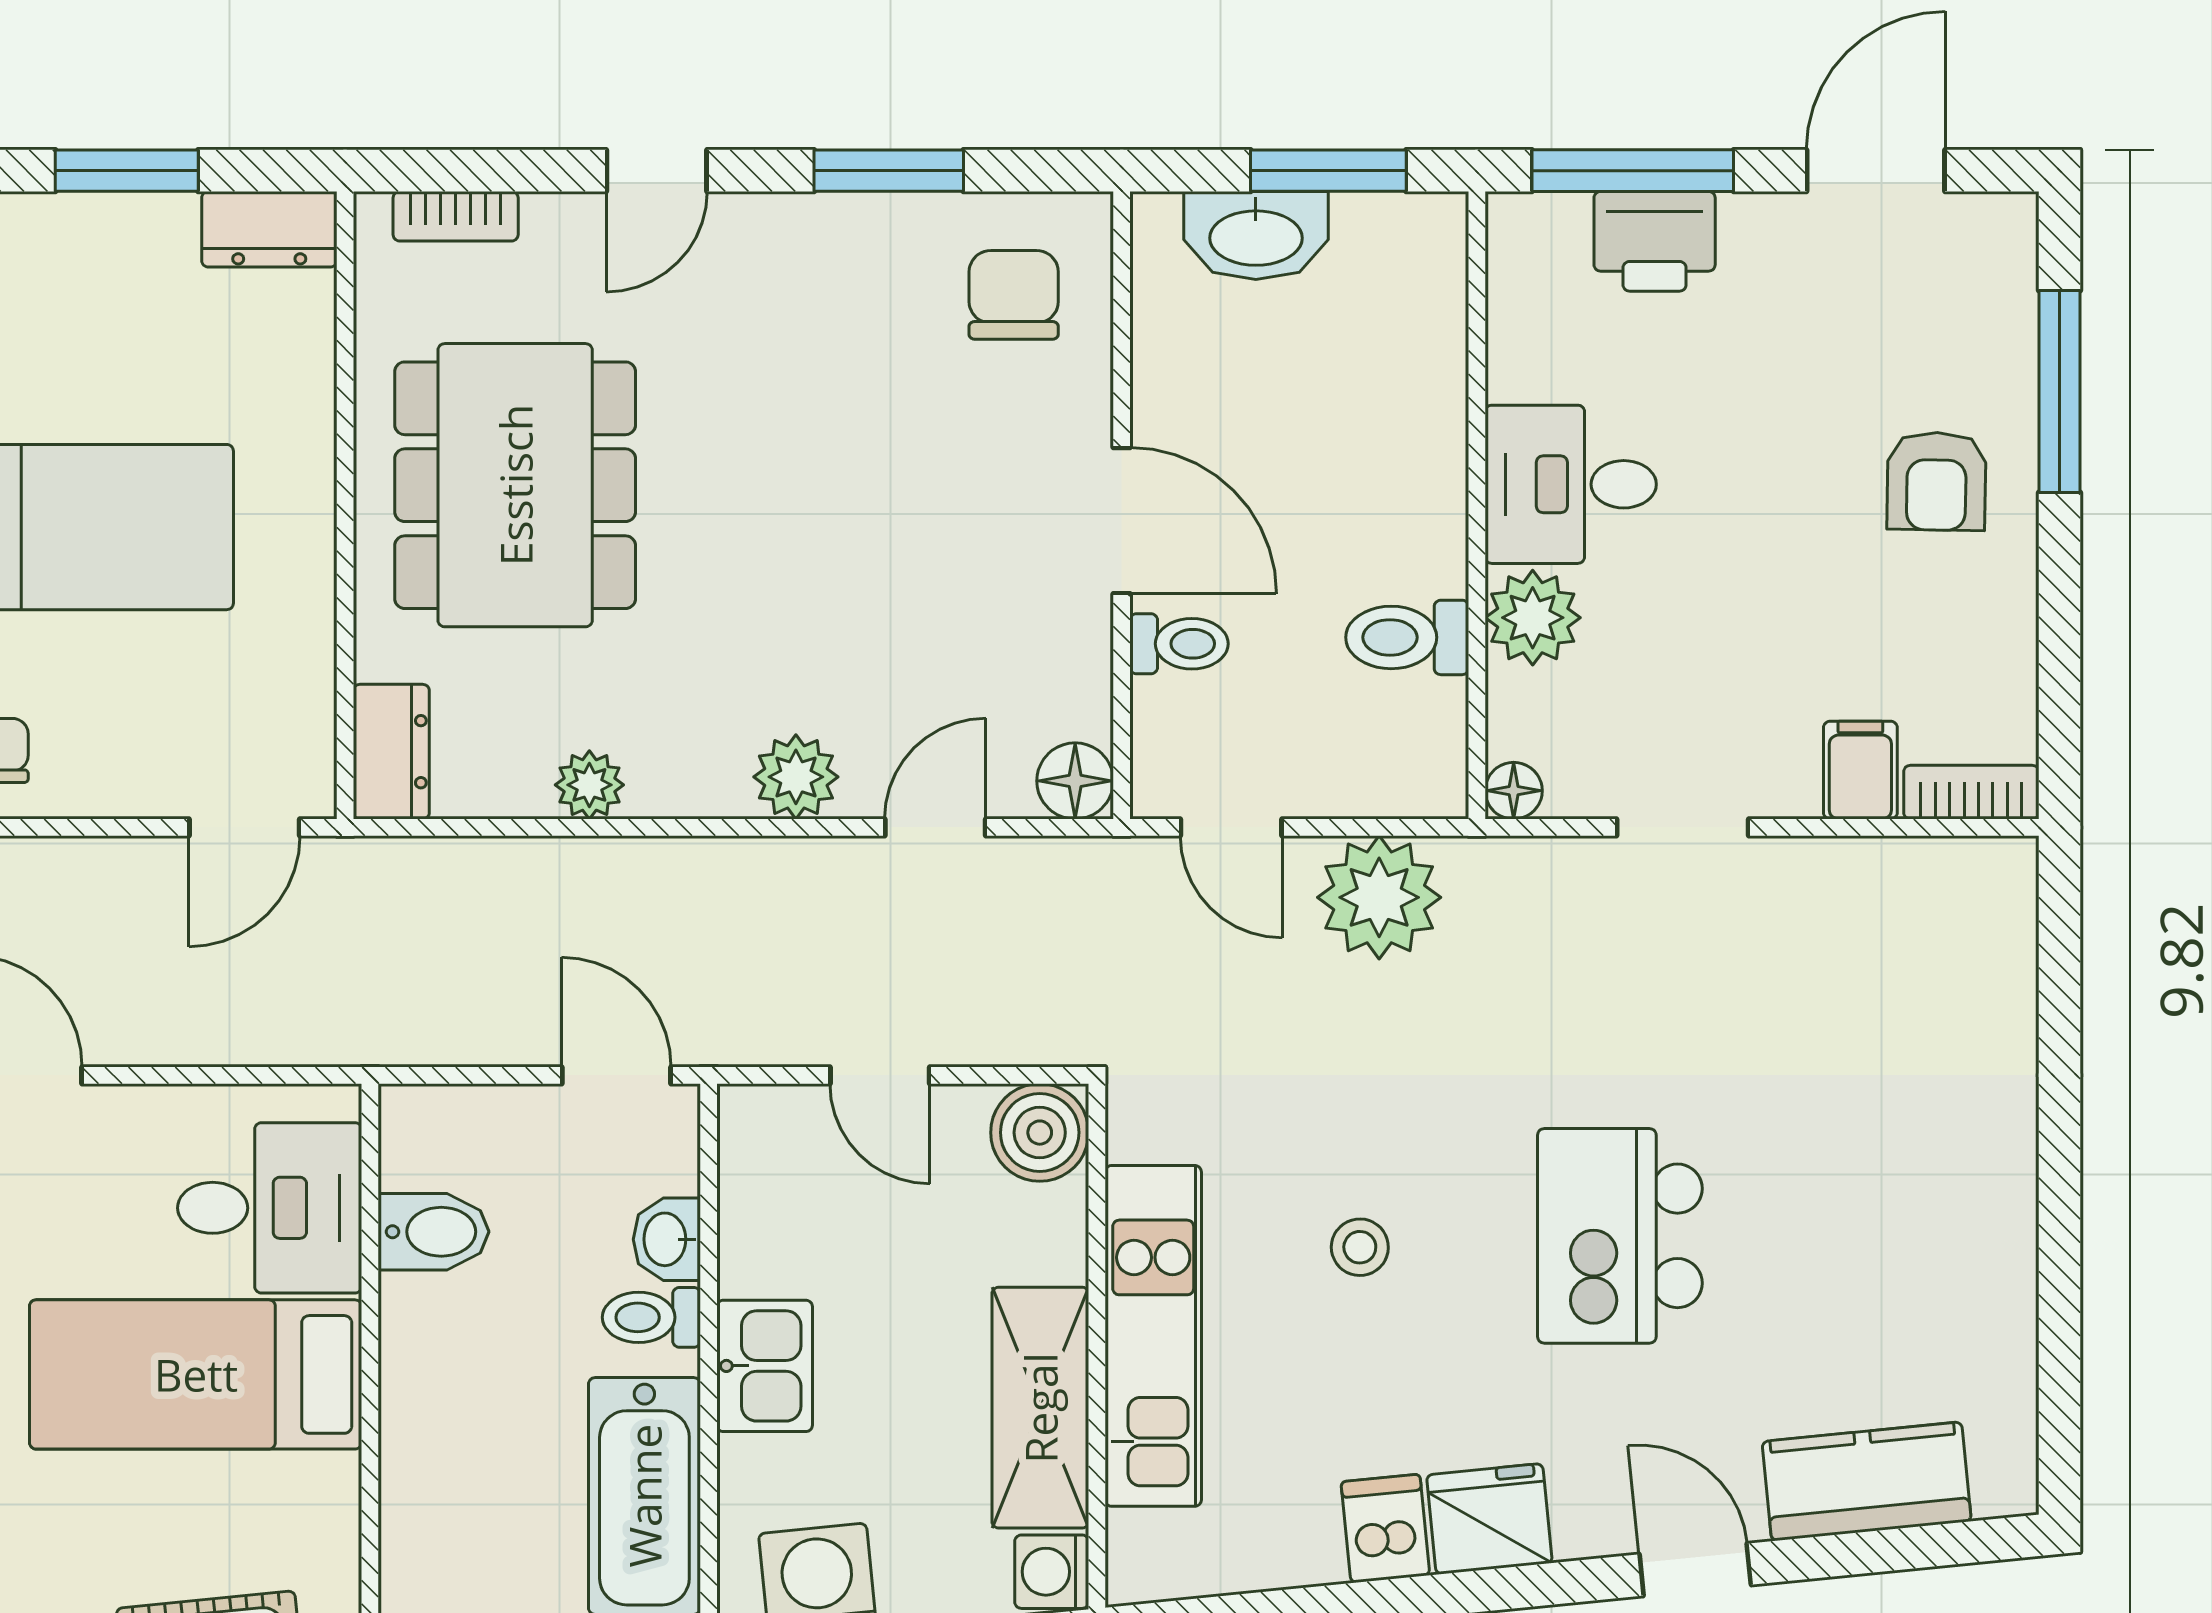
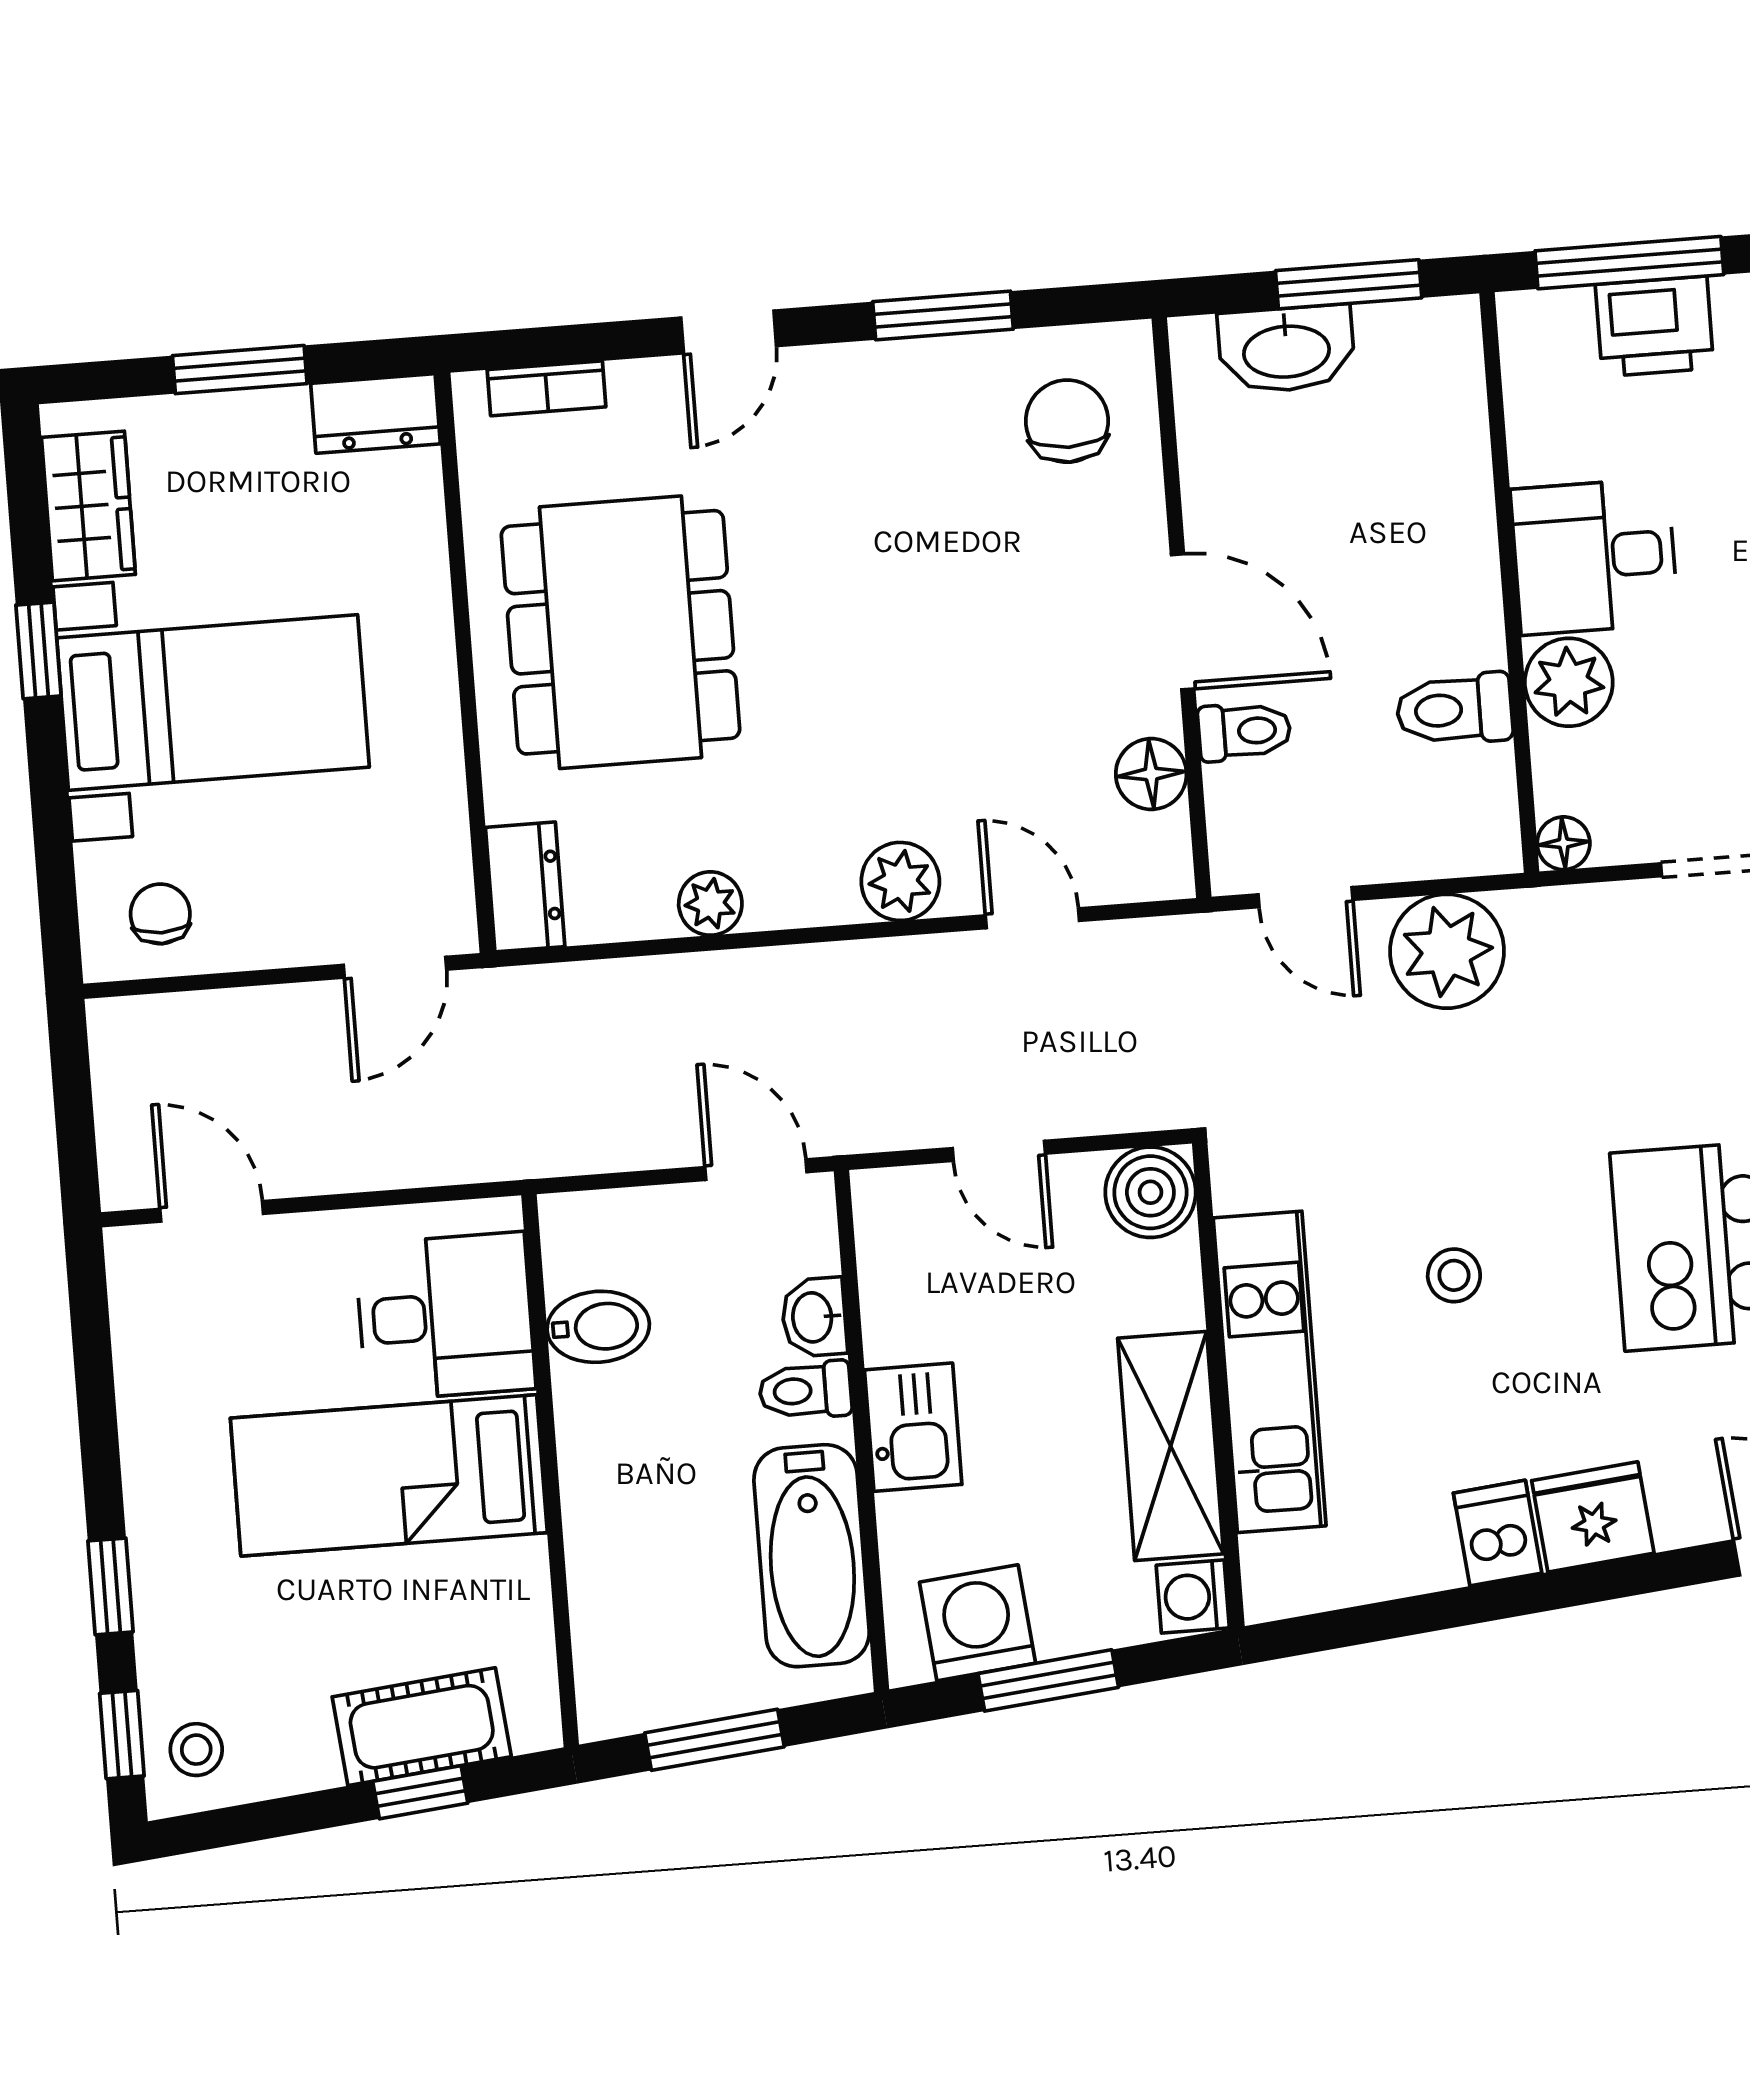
floor lamp: (1075, 781) -> (1151, 774), moved
door: (935, 827) -> (1032, 918), hinge flipped

